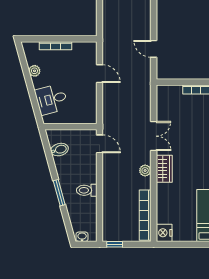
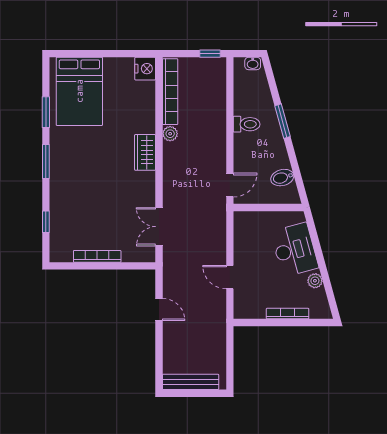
desk: (51, 99) -> (295, 250), width x1.37
double door: (154, 136) -> (159, 227), moved
door: (100, 144) -> (230, 185), swing flipped
plant: (145, 171) -> (170, 134), moved

